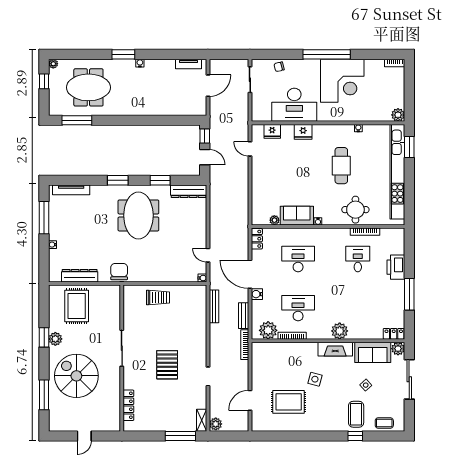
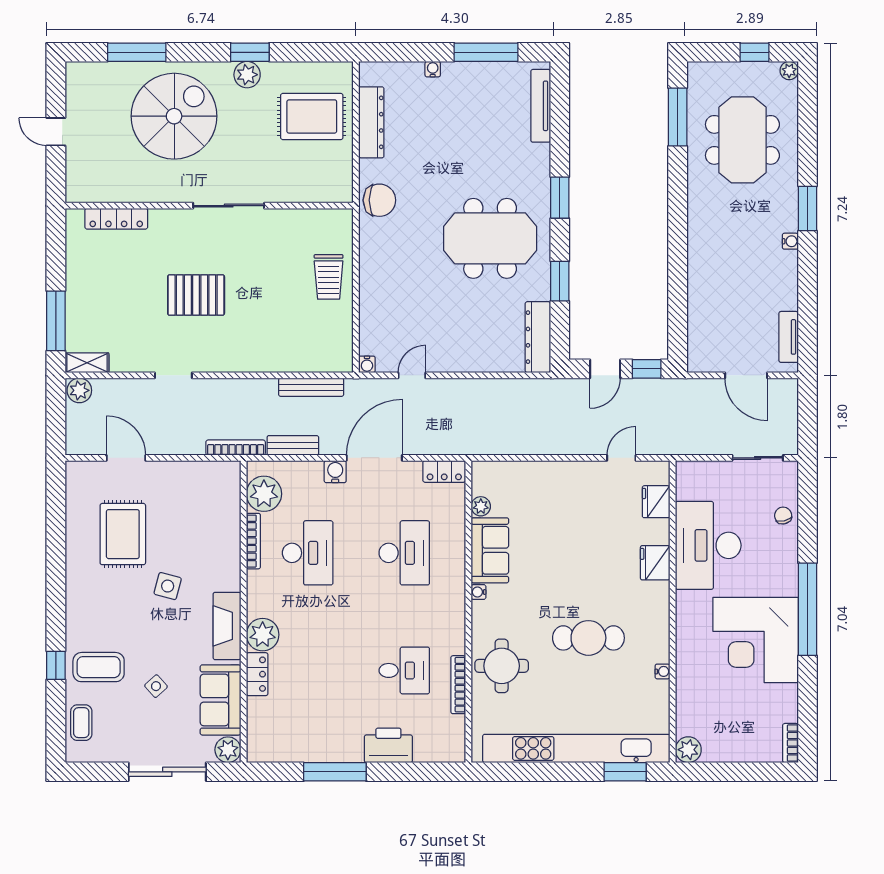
locker: (394, 334) -> (257, 674), moved

